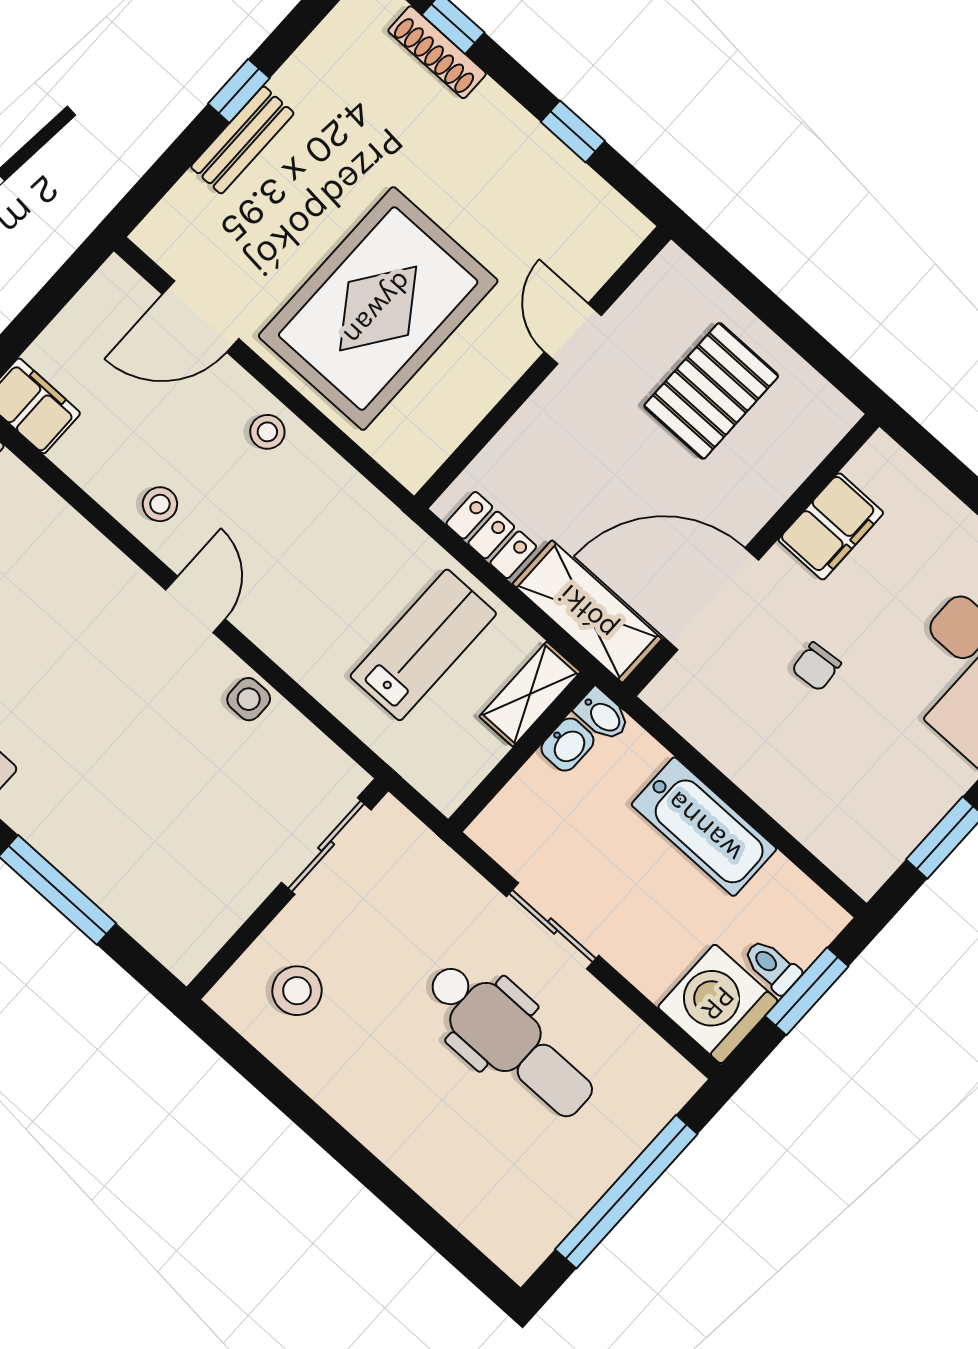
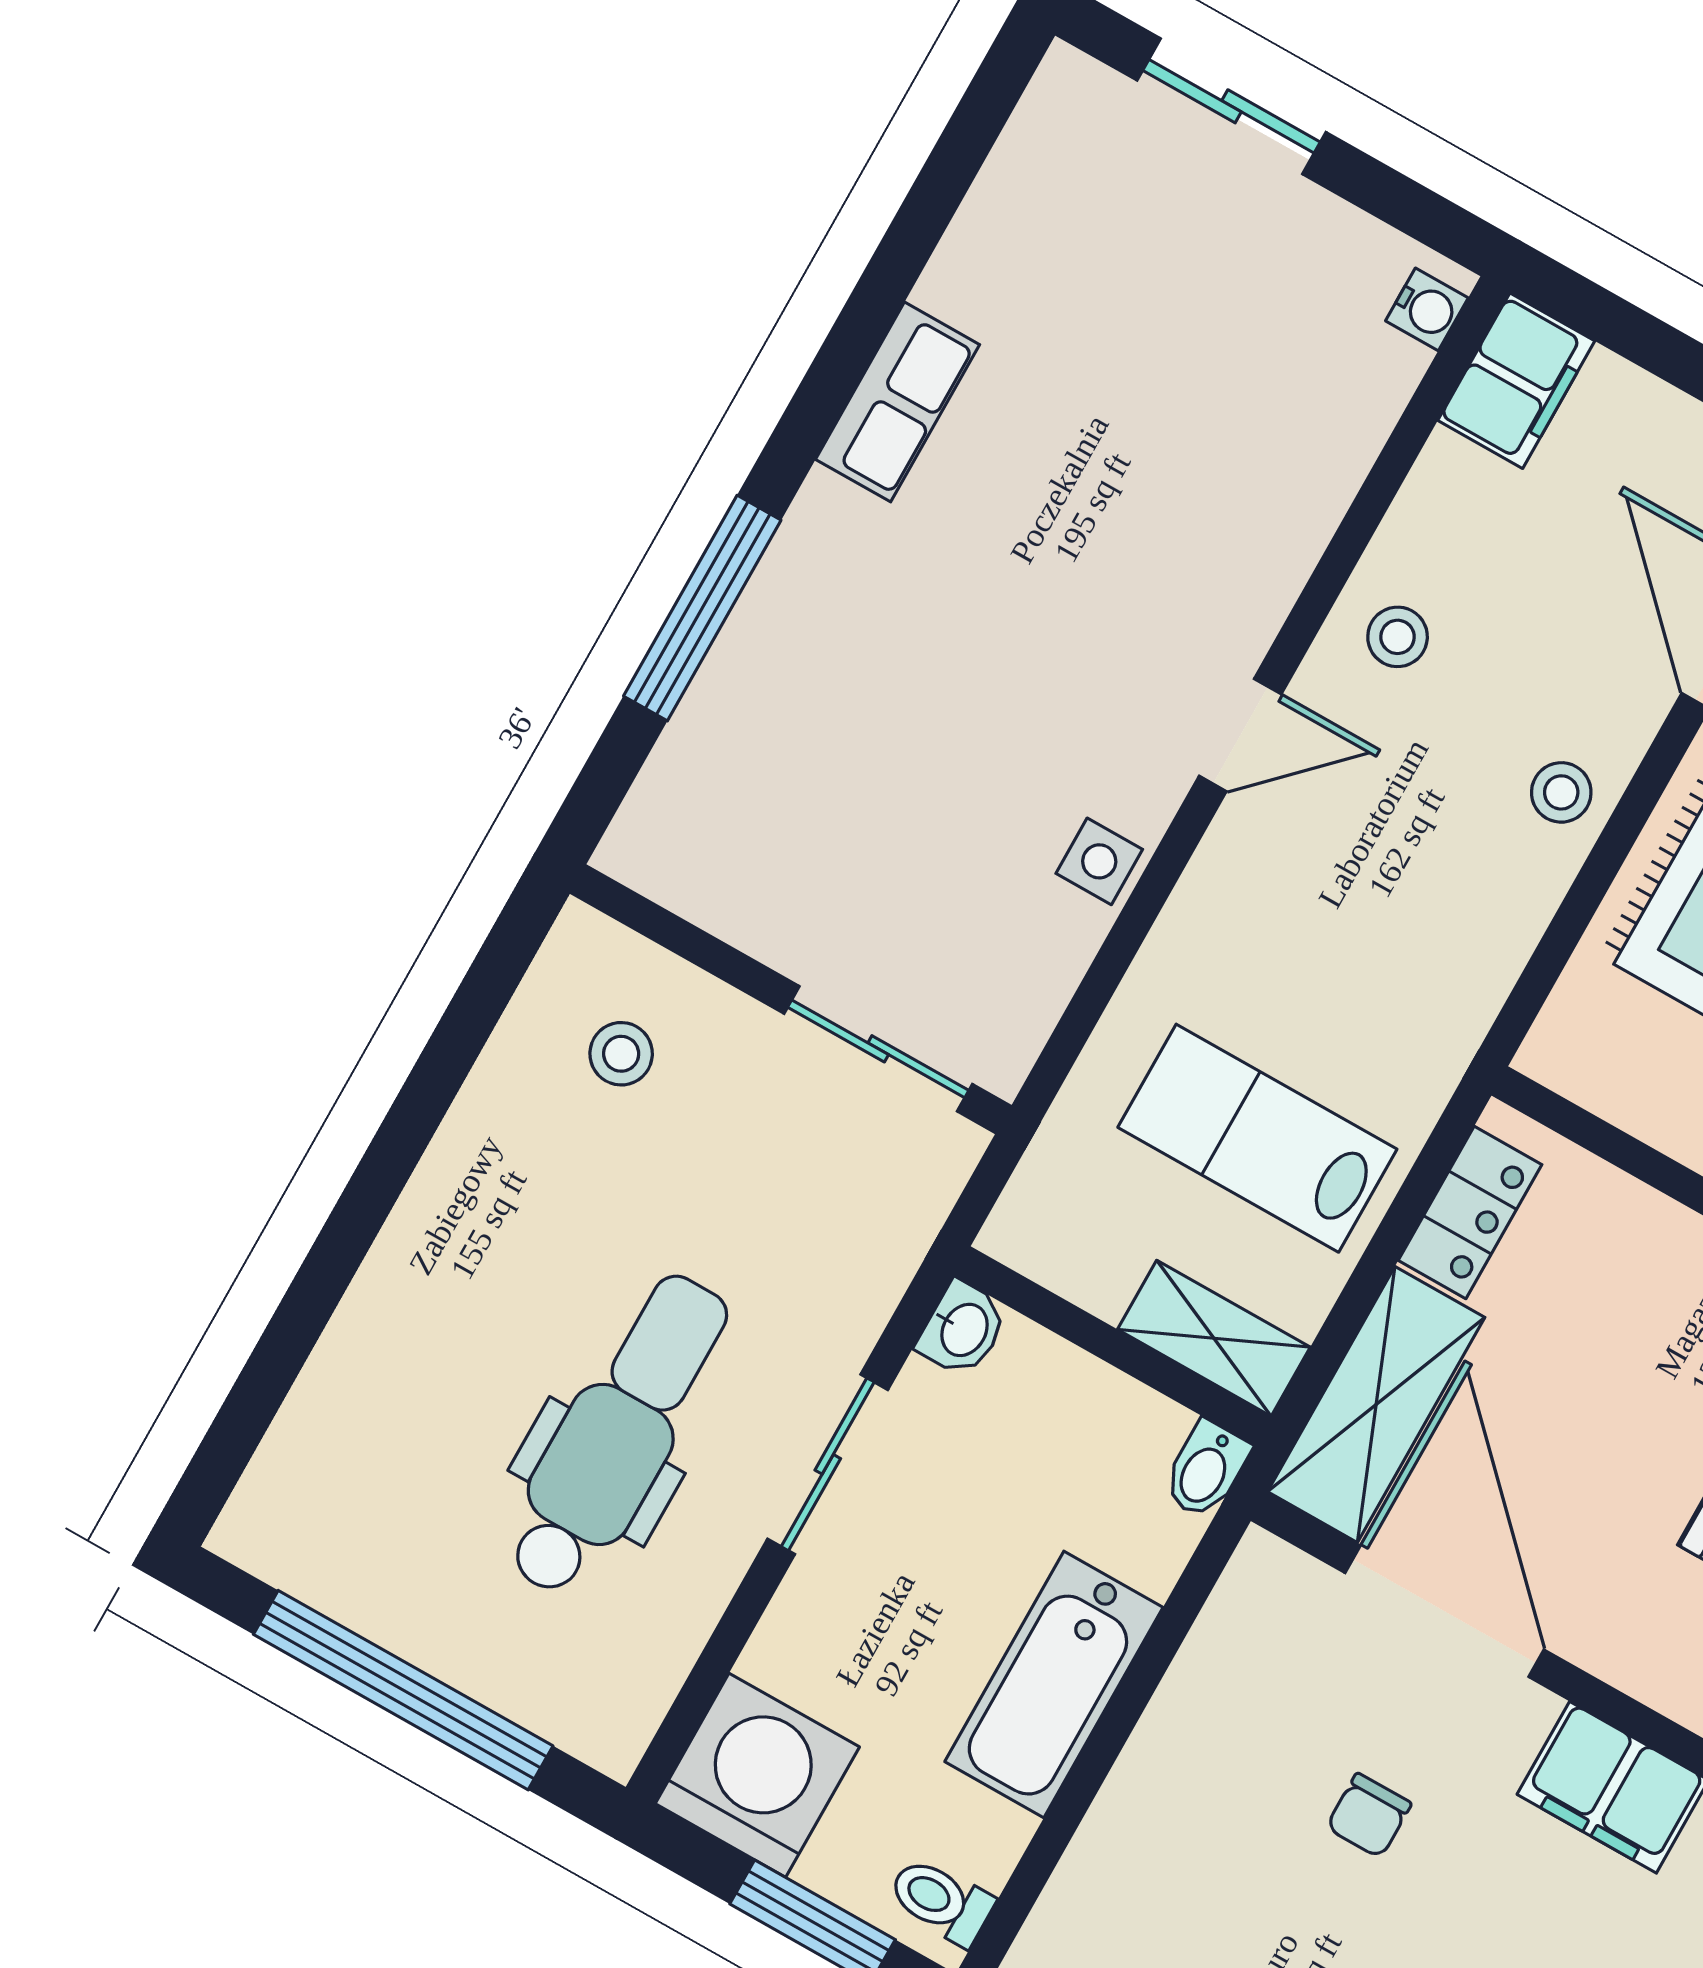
lab bench: (423, 645) -> (1257, 1138), turned 180
chair: (816, 667) -> (1369, 1815), turned -85
washbasin: (567, 745) -> (963, 1329), moved, turned -90
toilet: (772, 966) -> (941, 1901), moved, turned -90
stool: (297, 991) -> (621, 1054), width x0.73, depth x0.73
dental chair: (510, 1040) -> (617, 1435), turned 180

